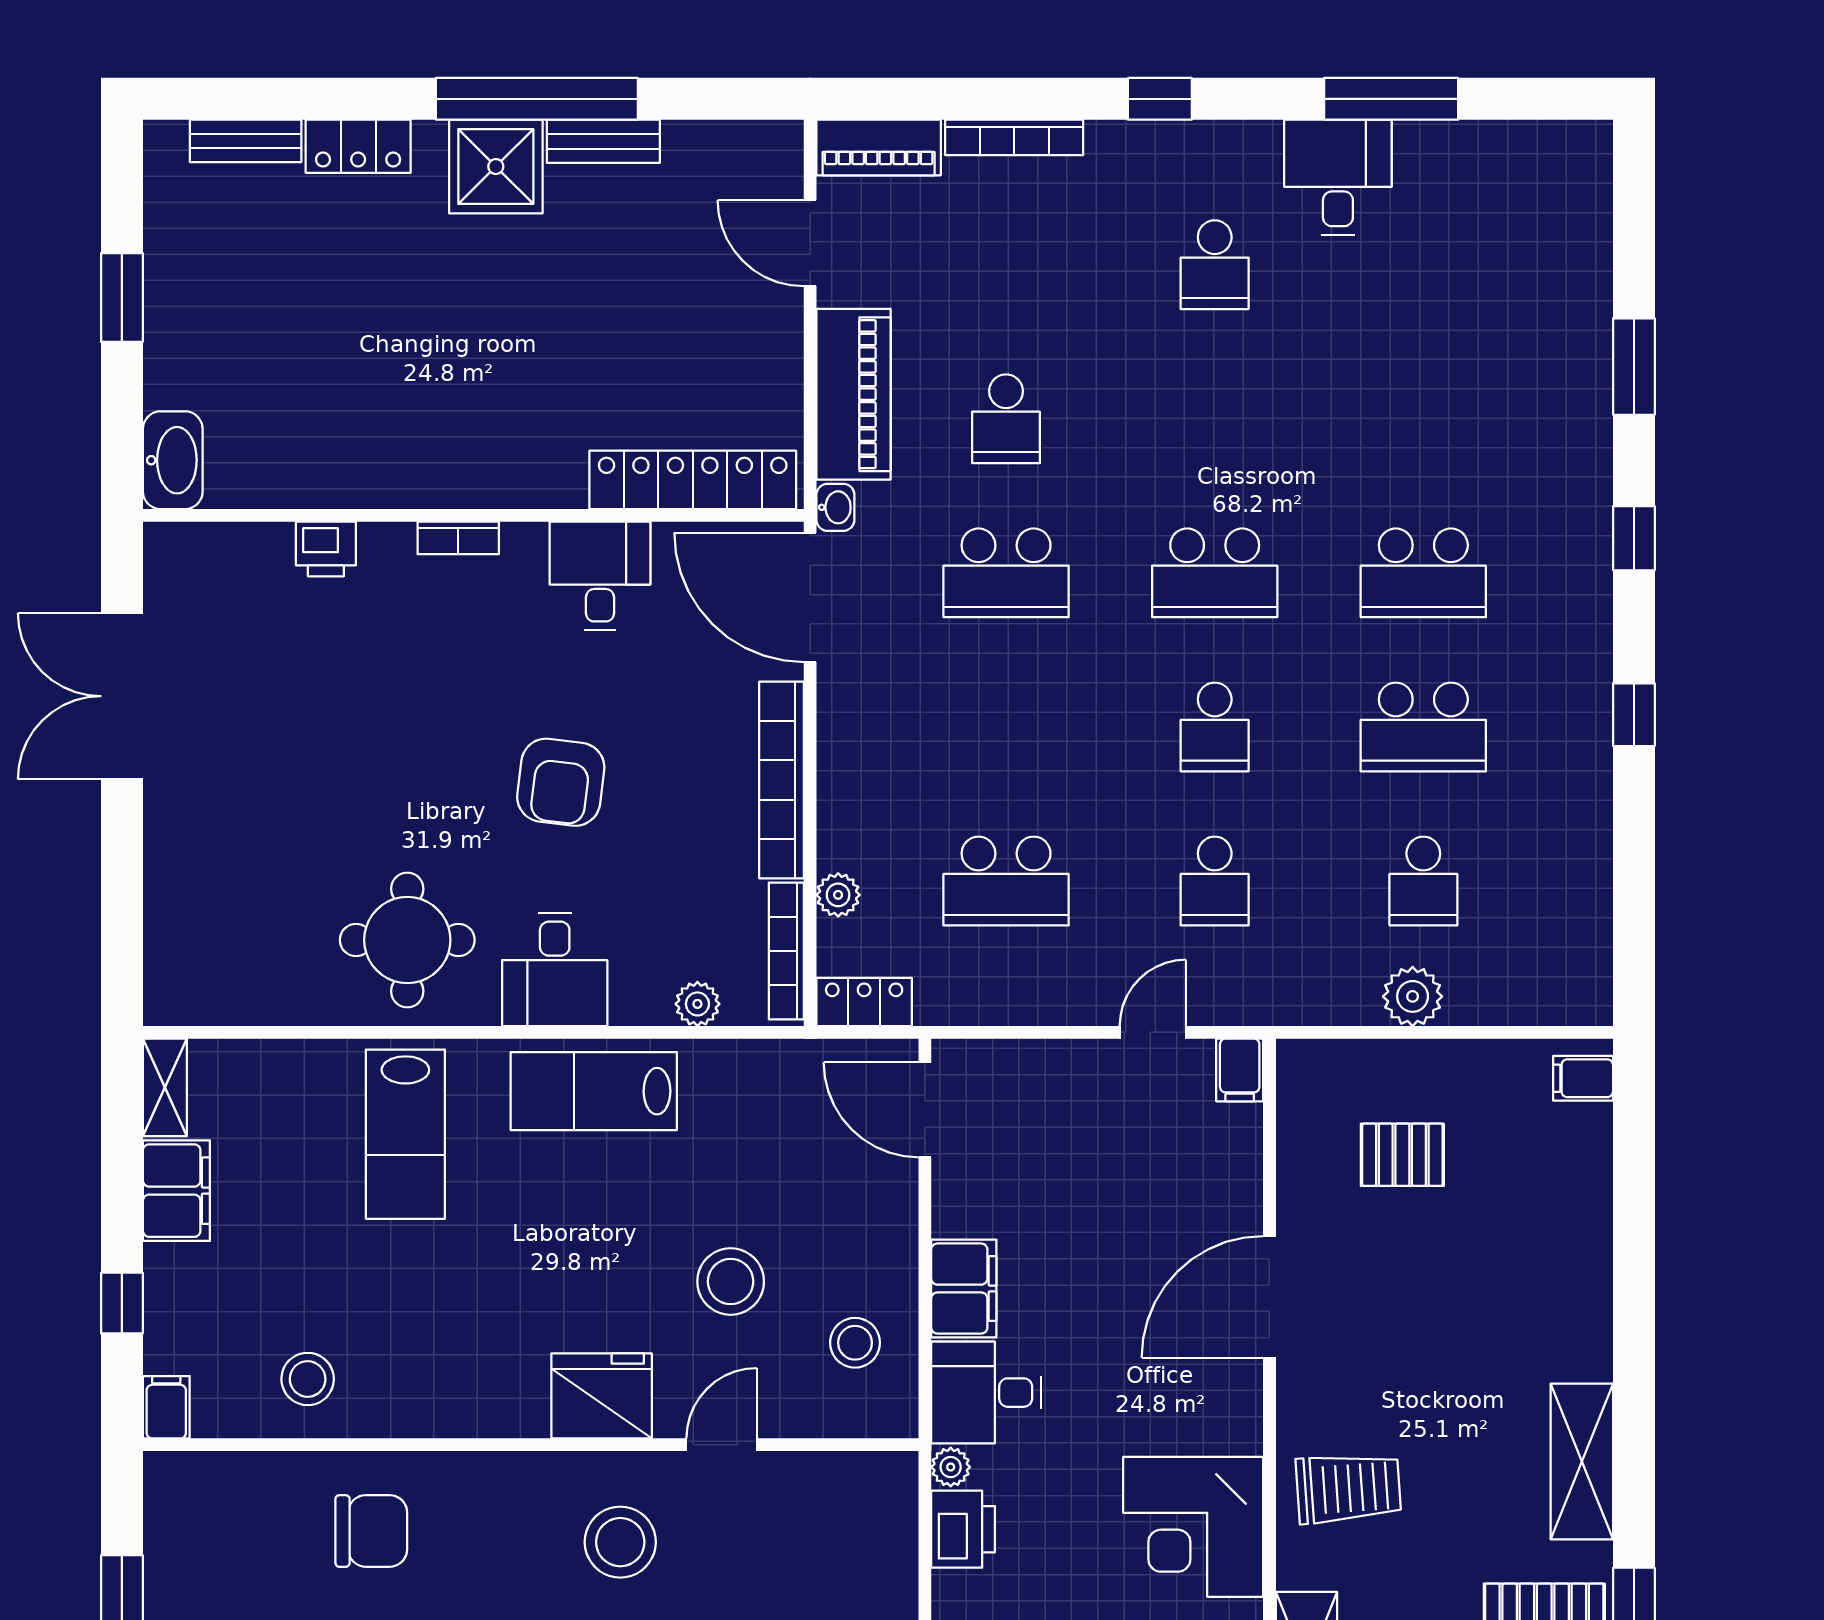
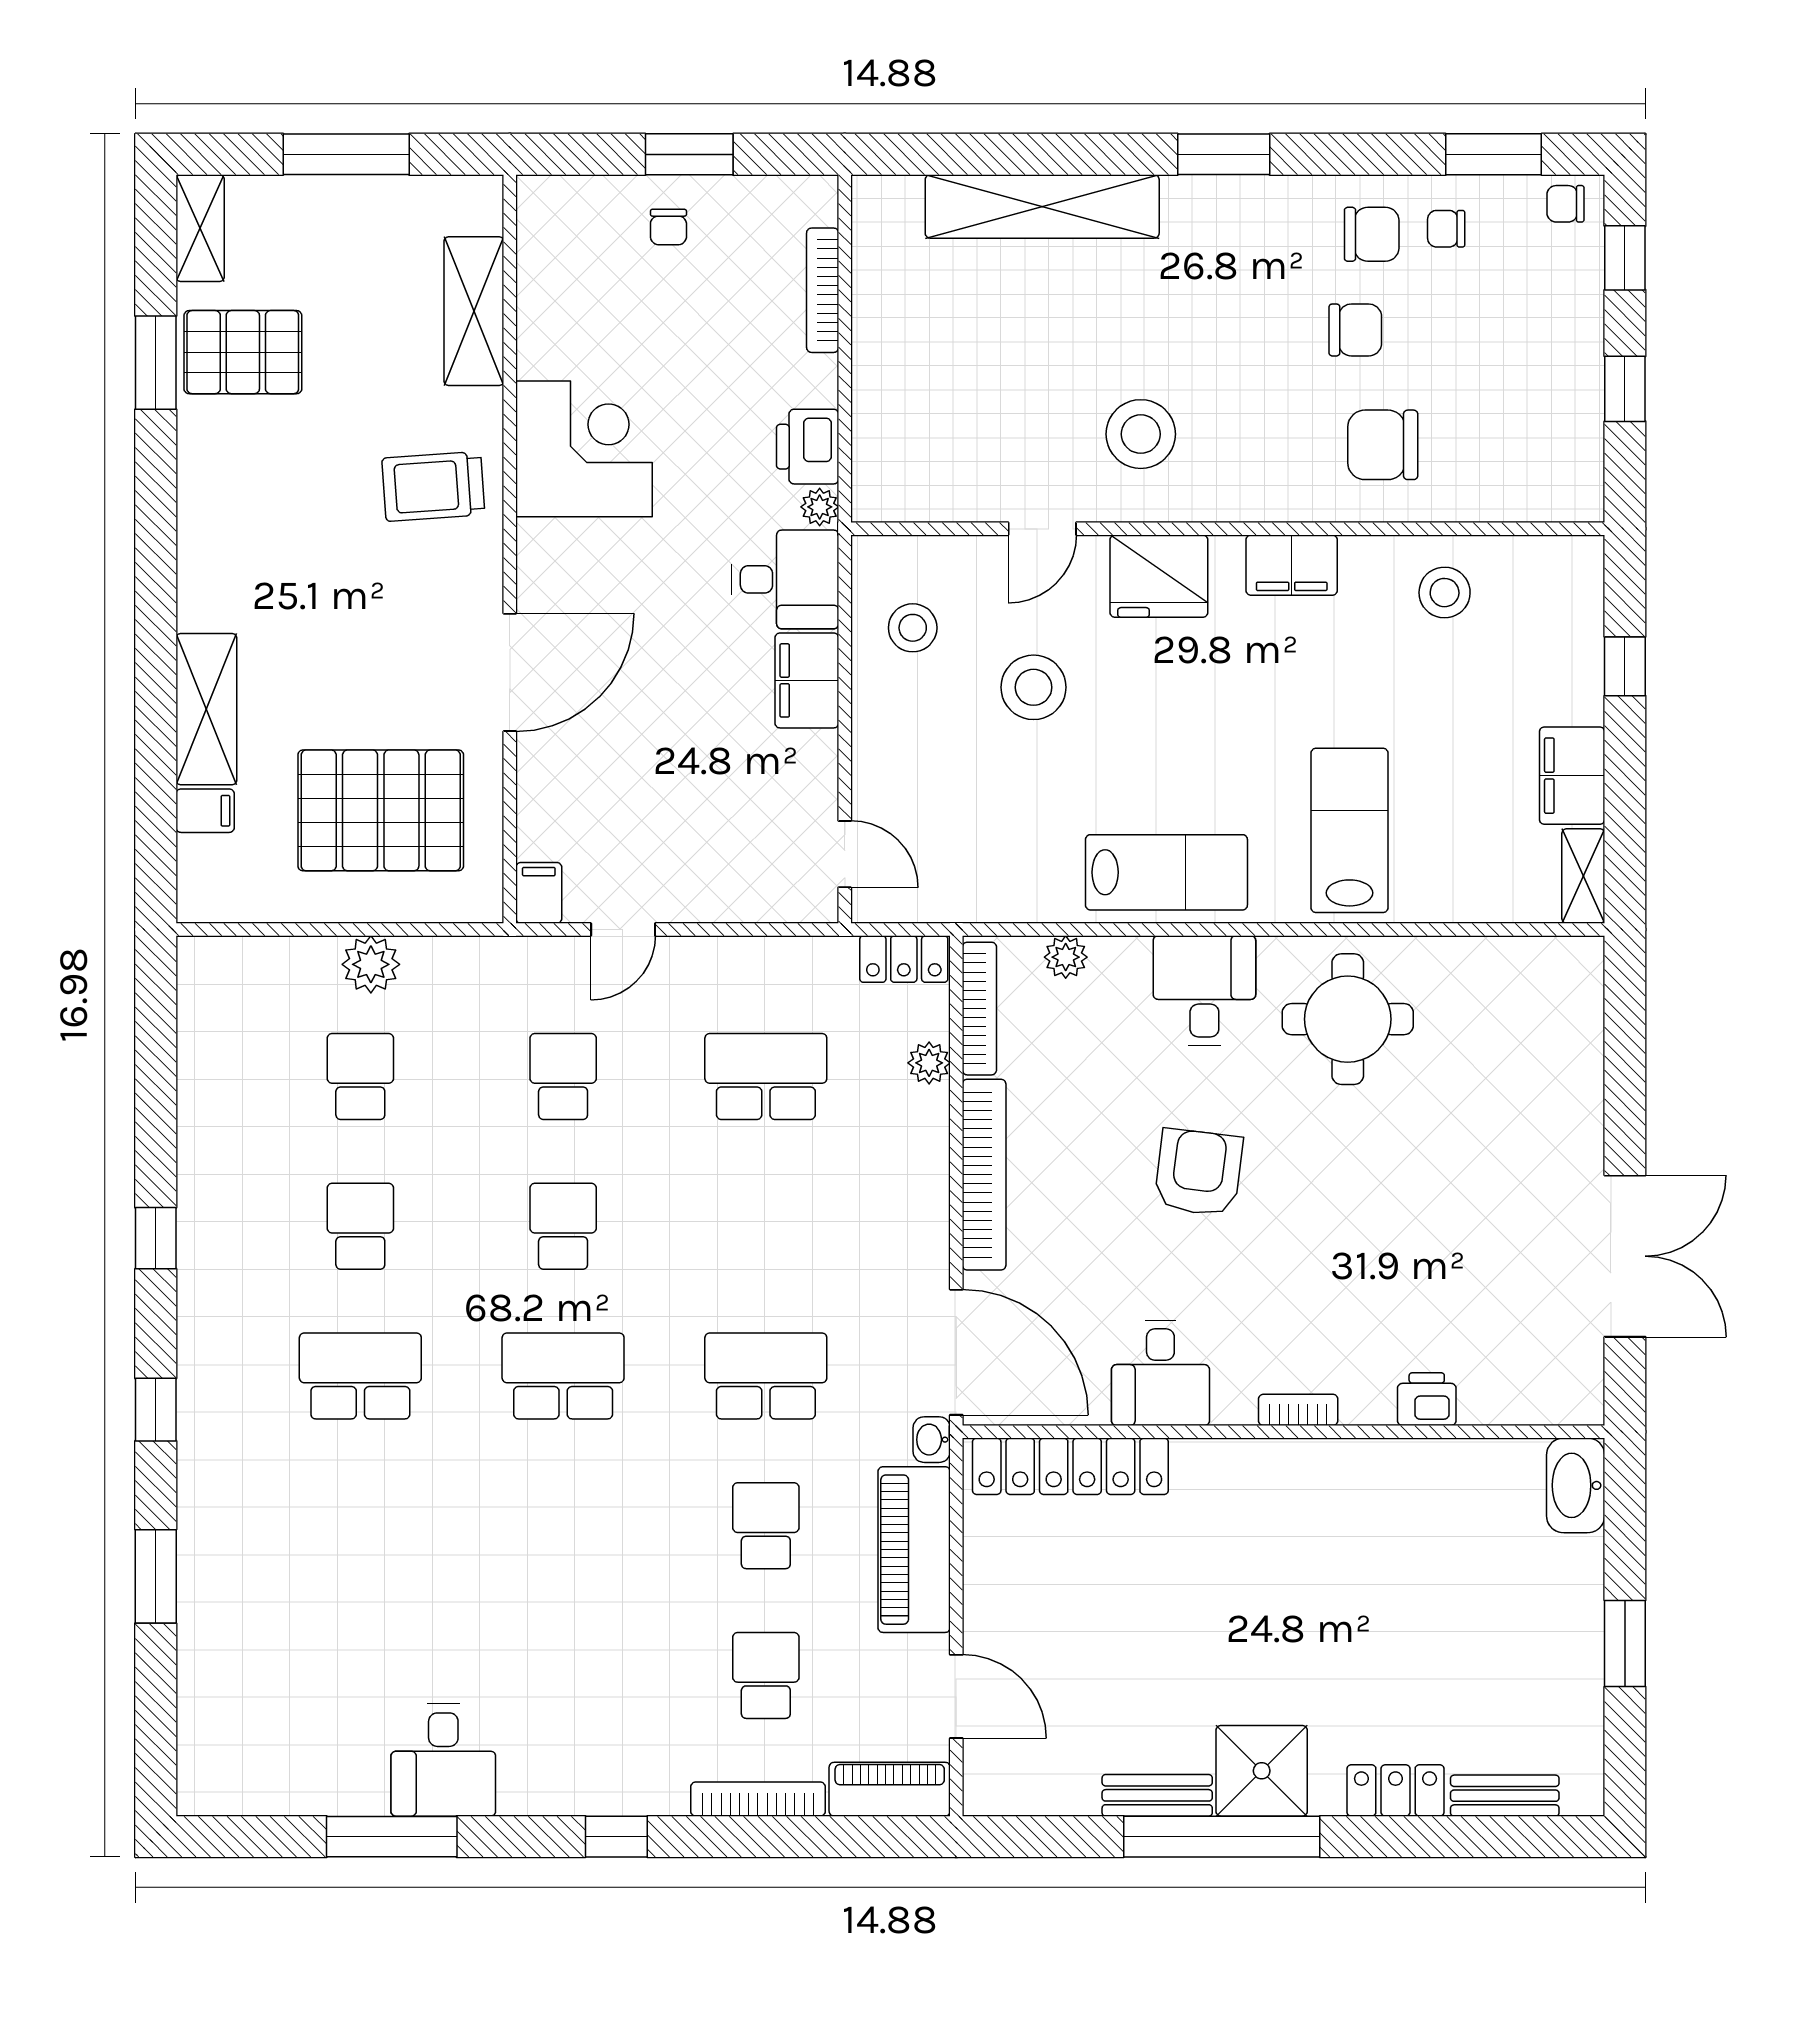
school desk: (1215, 265) -> (766, 1675), moved
school desk: (1423, 727) -> (360, 1226), width x0.54
filing cabinet: (1583, 1078) -> (205, 811), moved
door: (925, 1110) -> (845, 854), width x0.73
pallet: (1402, 1155) -> (381, 810), width x2.05, depth x2.00
filing cabinet: (166, 1407) -> (1292, 565), moved, width x2.00
shelving: (1582, 1461) -> (206, 709), moved

